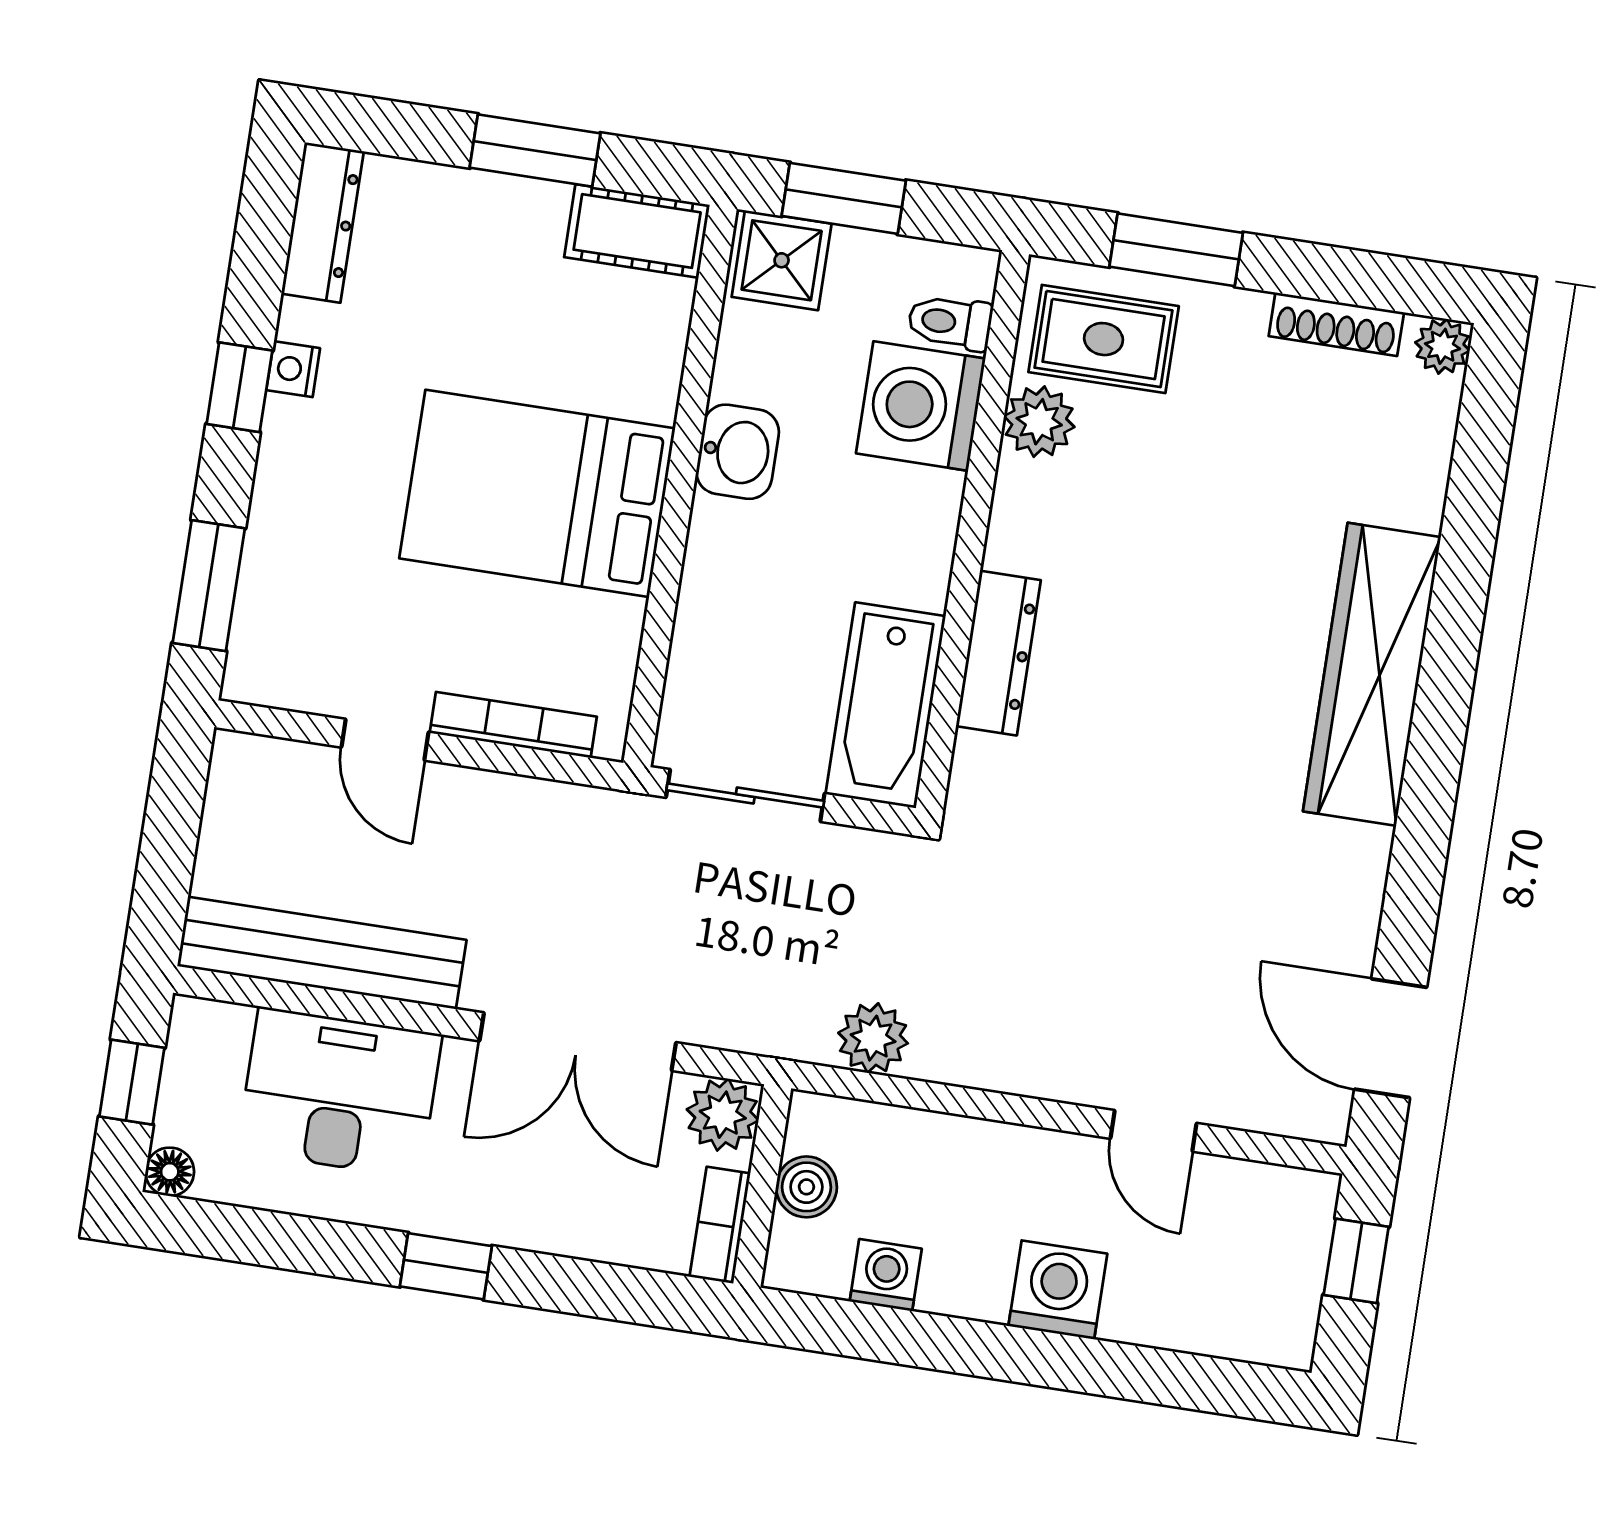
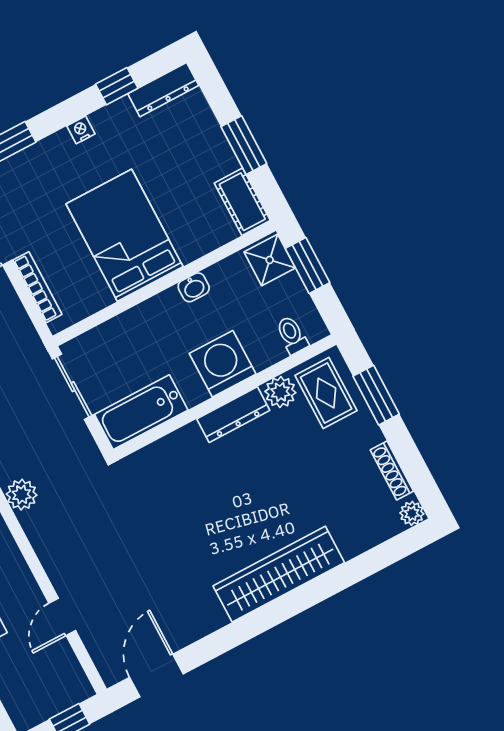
nightstand: (293, 369) -> (81, 130), moved
window: (239, 387) -> (117, 86), moved
washing machine: (921, 406) -> (223, 364), moved
washbasin: (738, 452) -> (194, 287), width x0.72, depth x0.69
dresser: (998, 653) -> (233, 415), moved

